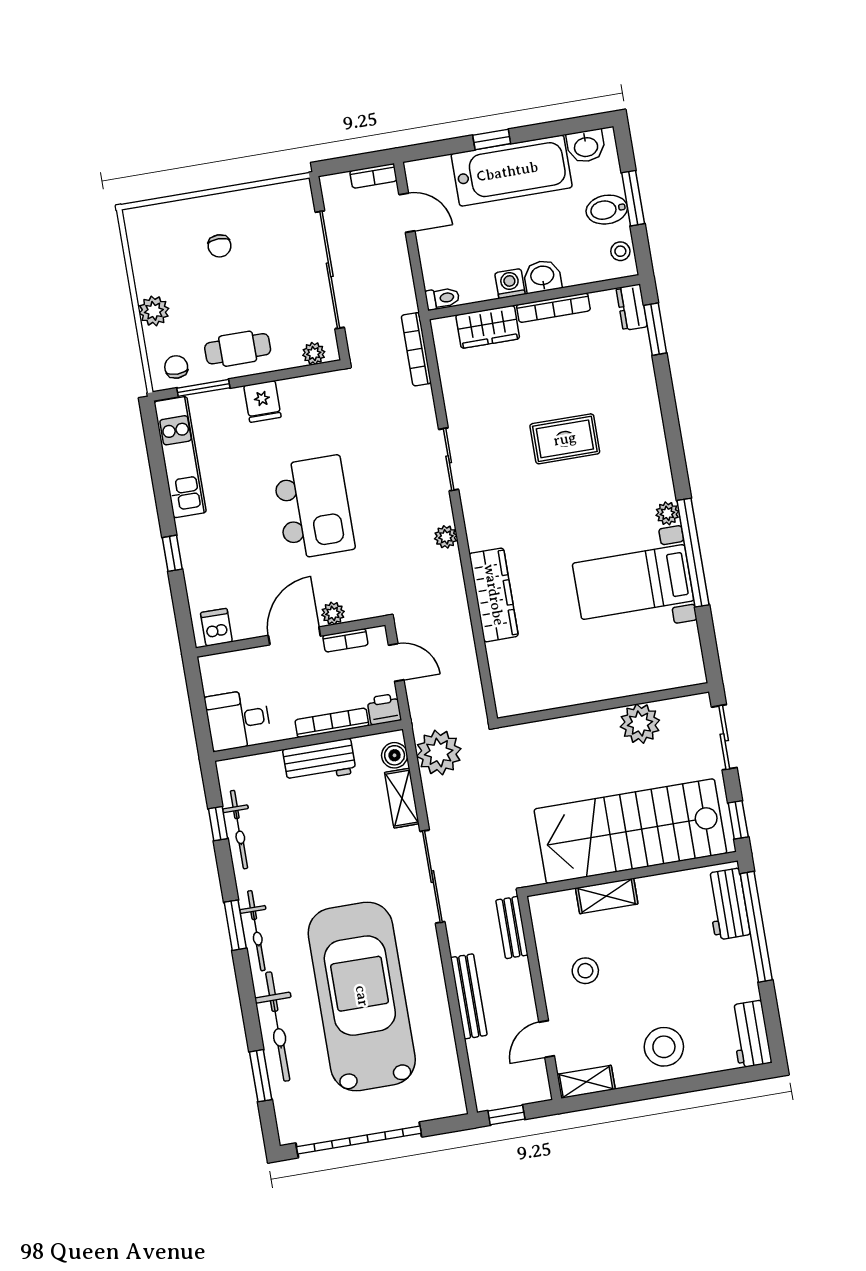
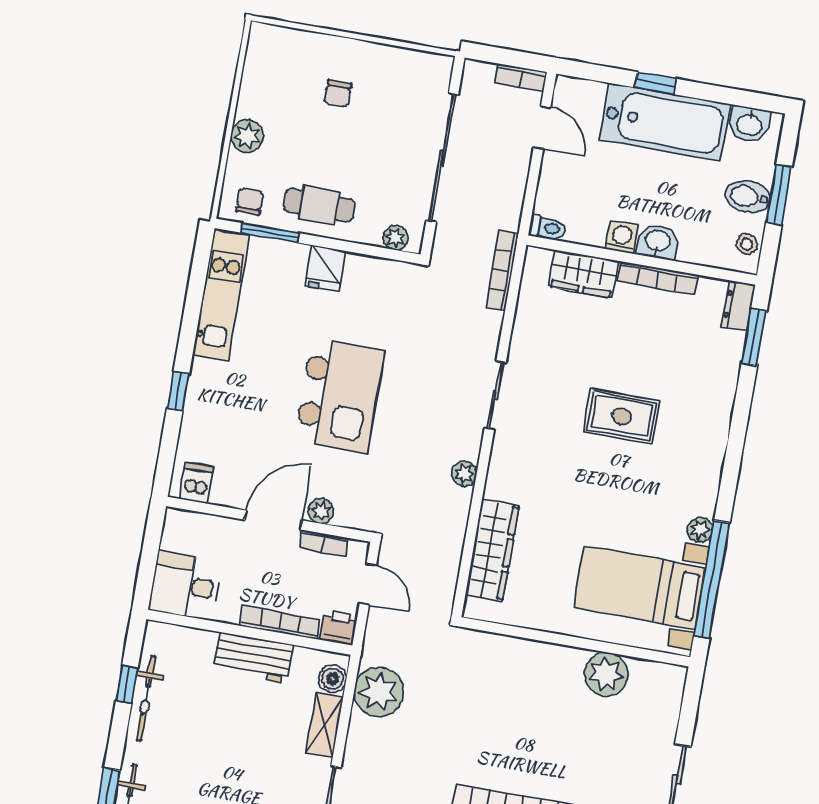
wall: (603, 705) -> (575, 642), moved
plant: (640, 724) -> (606, 674), moved

